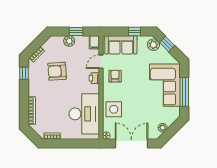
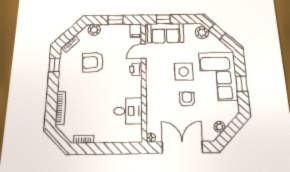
window: (134, 31) -> (163, 19), moved
plant: (69, 41) -> (94, 30), moved
armchair: (115, 76) -> (187, 99), moved
window: (184, 92) -> (242, 84), width x0.46
side table: (114, 109) -> (184, 72), moved
desk: (84, 114) -> (128, 111), width x0.53, depth x0.77

